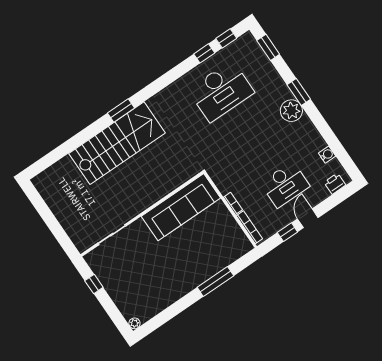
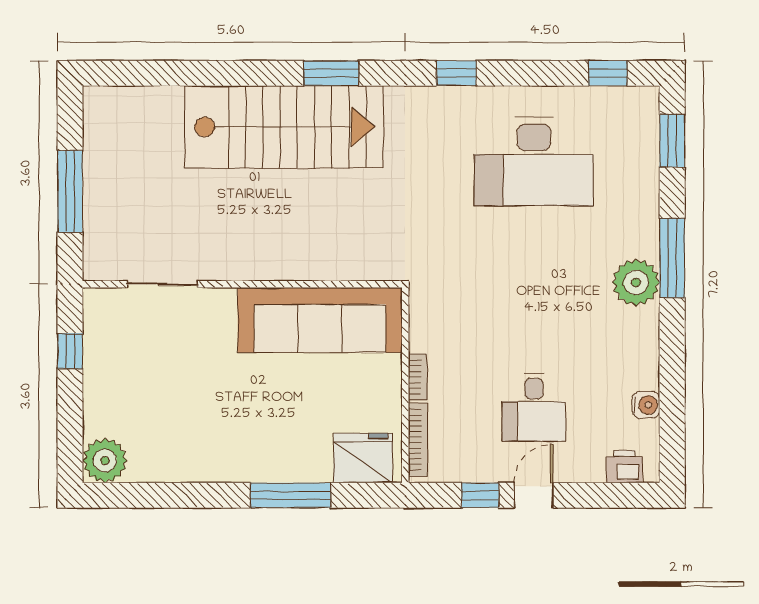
window: (204, 53) -> (456, 73), moved
window: (299, 92) -> (672, 258), width x1.44
desk: (285, 185) -> (534, 407), width x0.73
window: (52, 223) -> (70, 191), added
fridge: (233, 248) -> (363, 458), added
plant: (134, 323) -> (105, 461), width x1.87, depth x1.87

